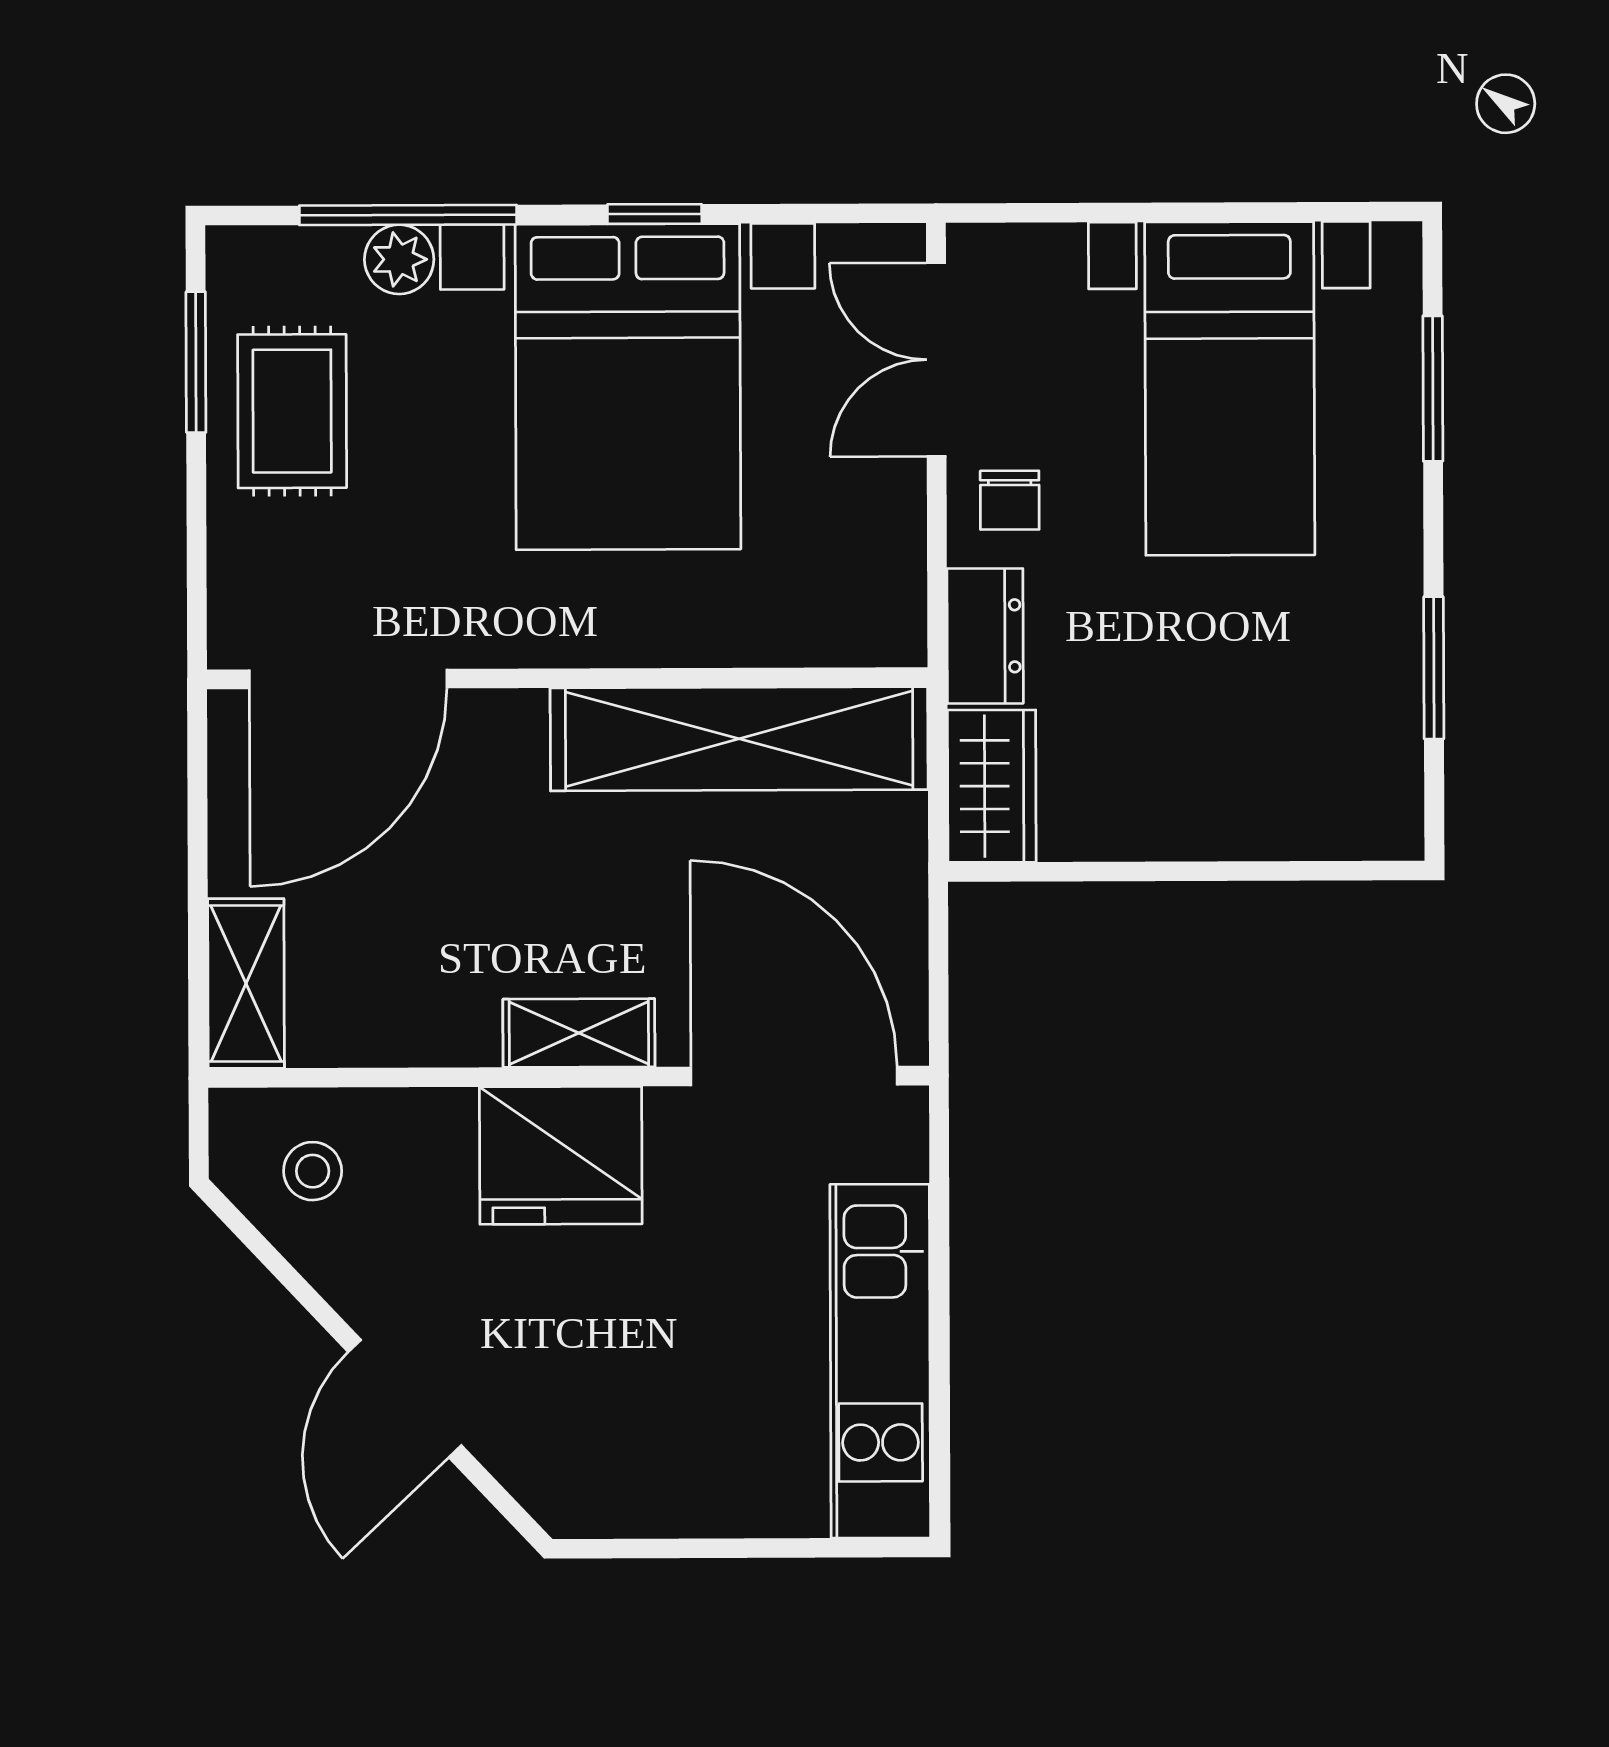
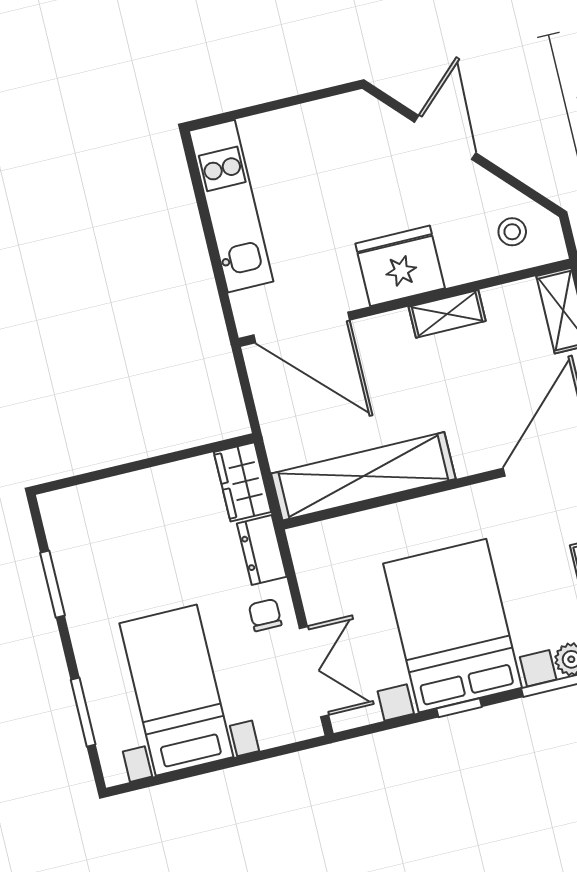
shelving: (579, 1033) -> (447, 314), moved

